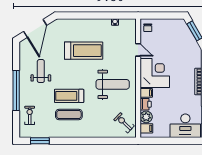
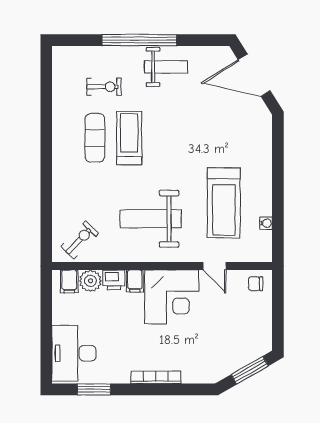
door: (138, 50) -> (214, 266), hinge flipped
treadmill: (84, 51) -> (224, 203), moved
weight bench: (41, 71) -> (166, 67), moved
weight bench: (113, 84) -> (151, 219), turned 90
exercise bike: (30, 115) -> (104, 87), moved
window: (40, 141) -> (46, 84), removed

